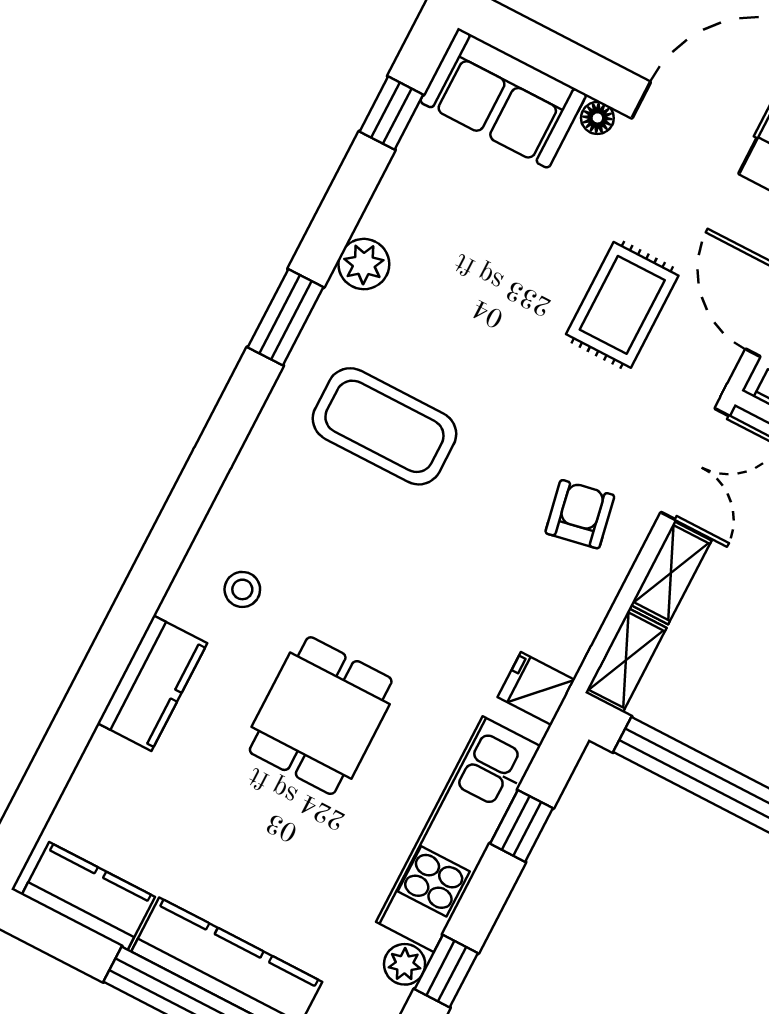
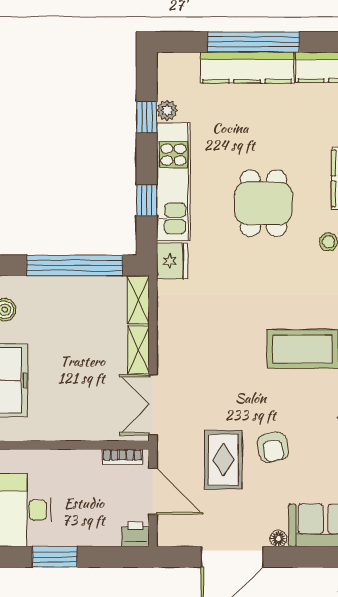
armchair: (580, 514) -> (273, 447), moved
fridge: (536, 689) -> (172, 261), width x1.38

